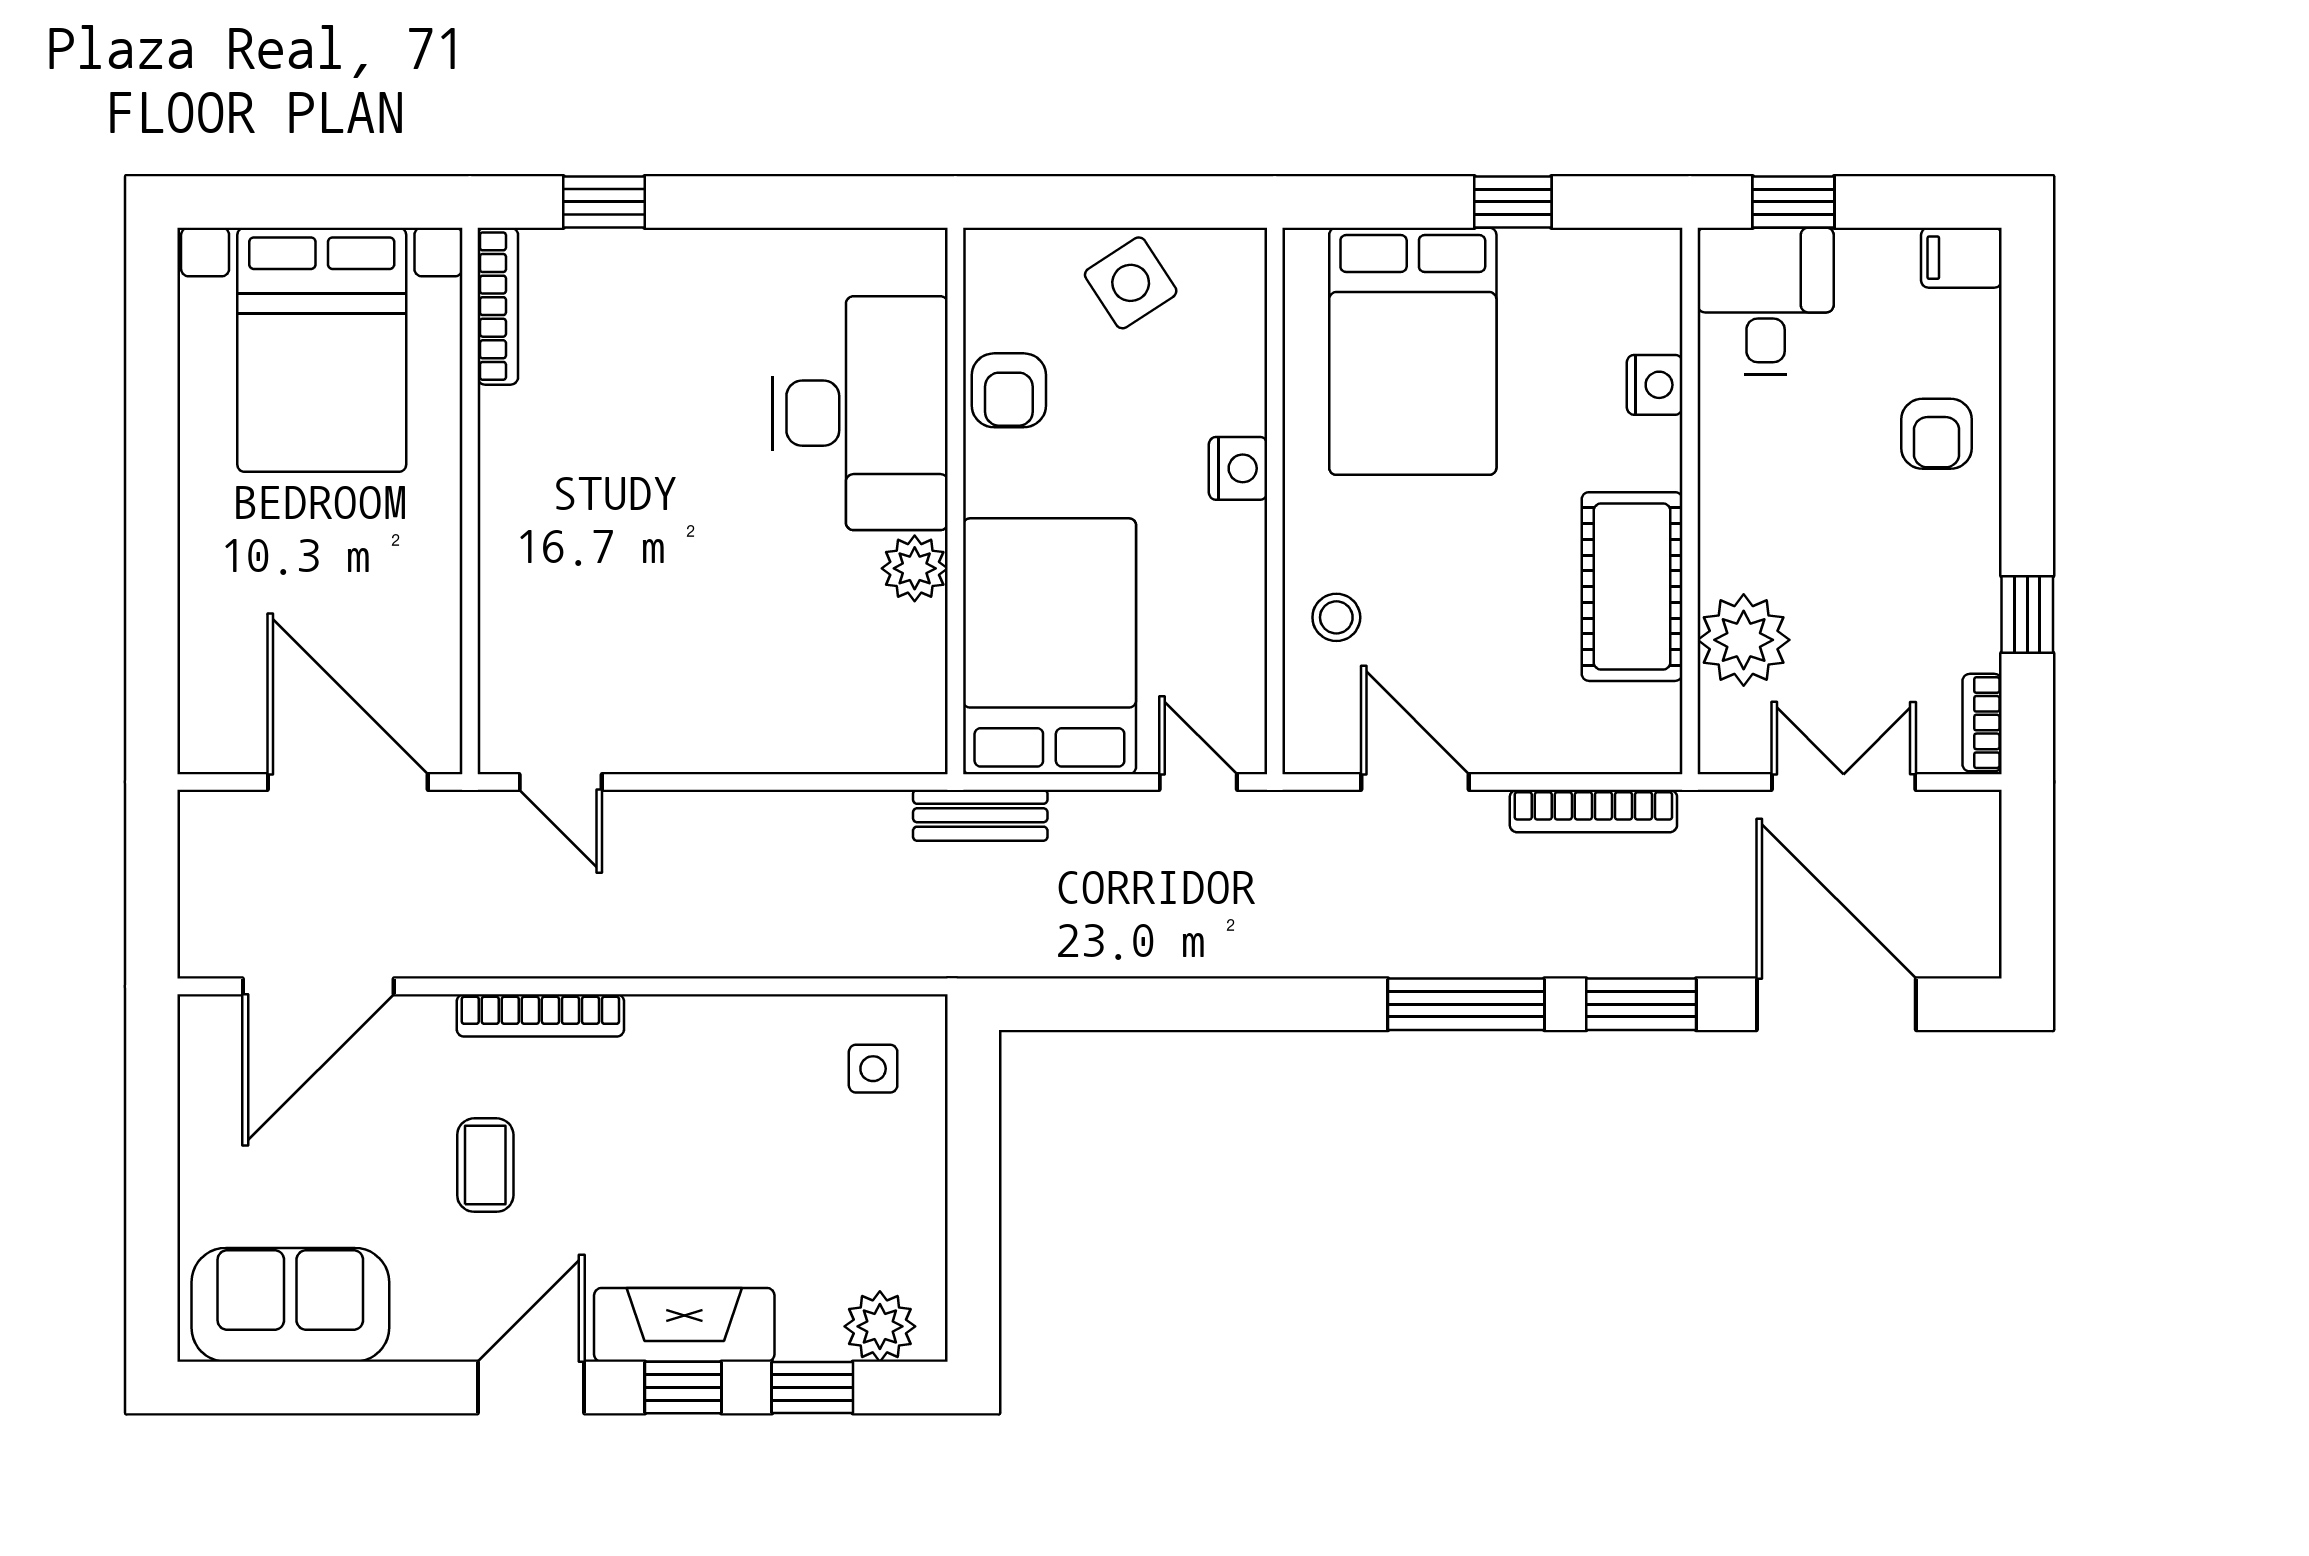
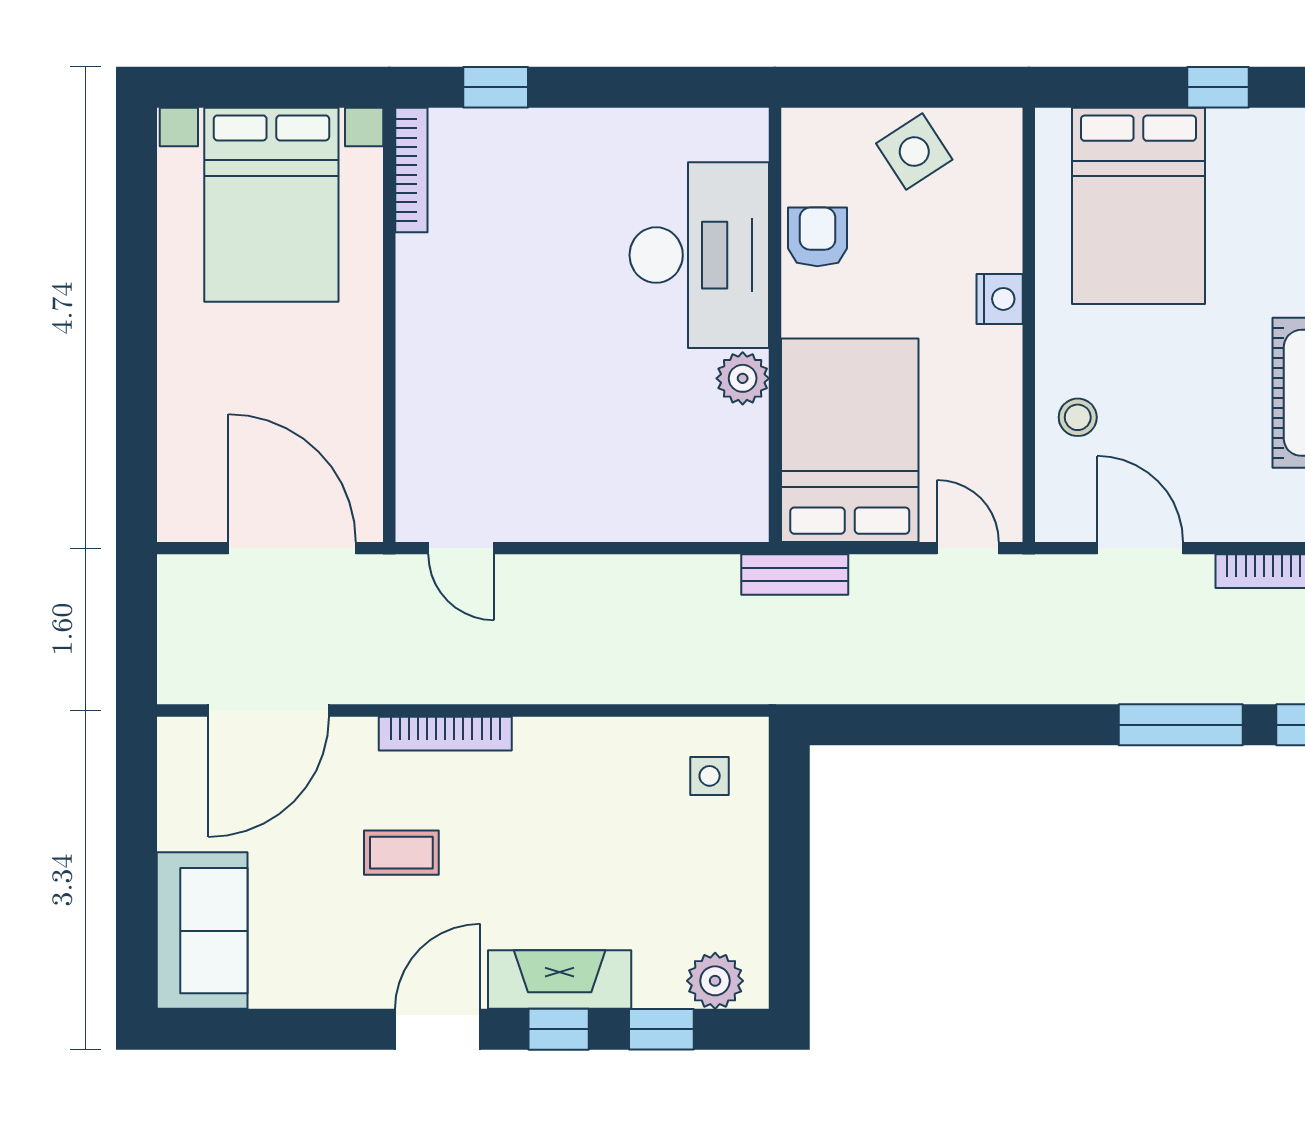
armchair: (1009, 390) -> (817, 237), turned 180
coffee table: (485, 1165) -> (401, 853), turned 90
sofa: (290, 1305) -> (202, 931), moved, turned 90

